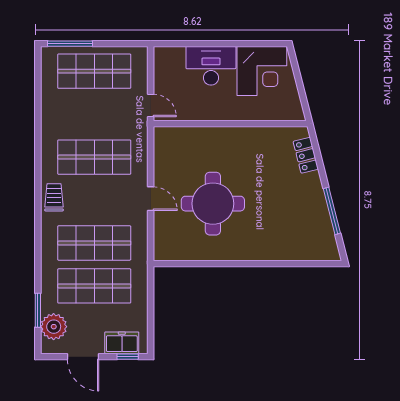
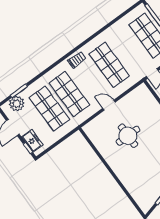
door: (151, 199) -> (109, 105), swing flipped
round table: (213, 204) -> (128, 136), width x0.73, depth x0.73

